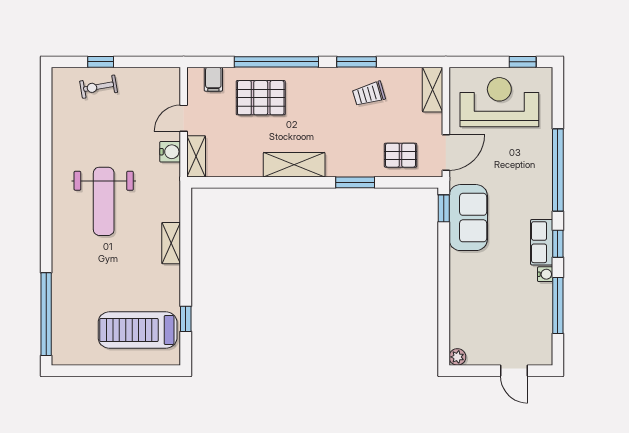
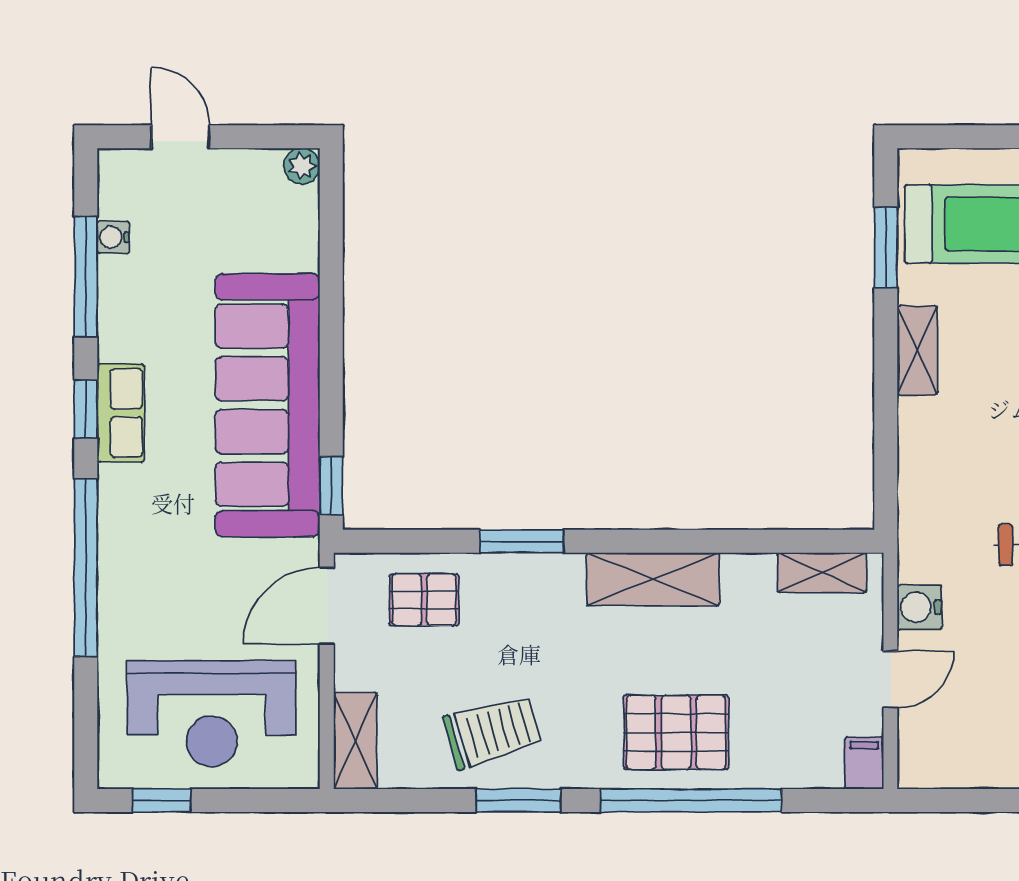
filing cabinet: (213, 79) -> (864, 763), moved
trolley: (369, 94) -> (492, 732), width x1.36, depth x1.39
pallet: (261, 98) -> (676, 732), moved
shelving: (196, 156) -> (822, 573), moved, turned 90
sofa: (468, 218) -> (268, 405), width x1.85, depth x1.27
shelving: (171, 243) -> (917, 350), moved
water cooler: (545, 274) -> (113, 237), moved
window: (186, 319) -> (886, 248), width x1.50

